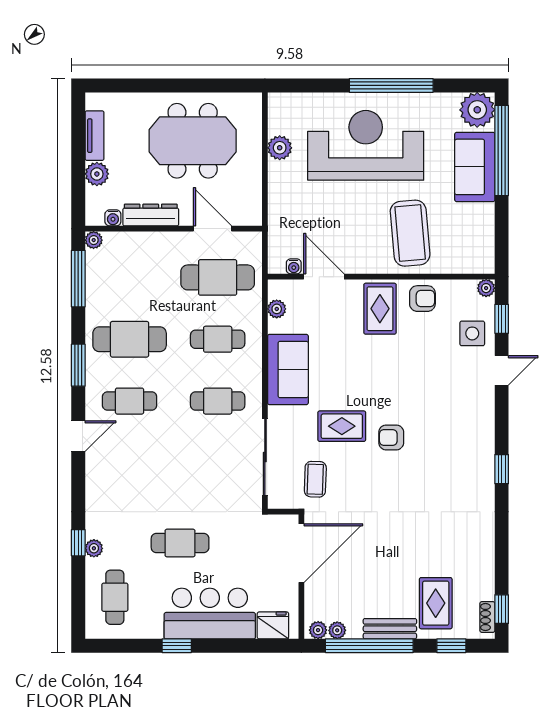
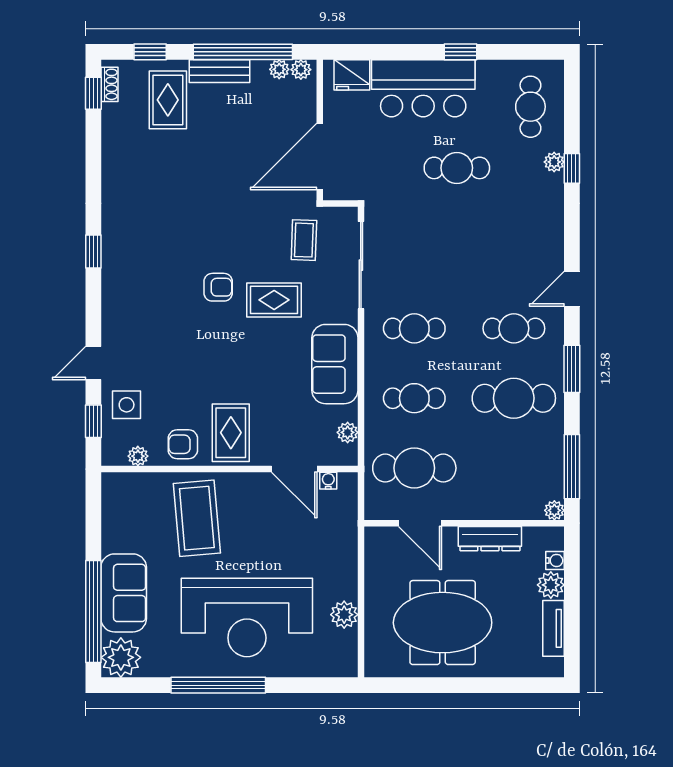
water cooler: (113, 218) -> (555, 560), moved, turned 90
plant: (486, 288) -> (138, 456), moved

